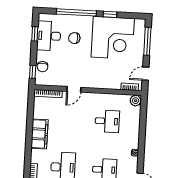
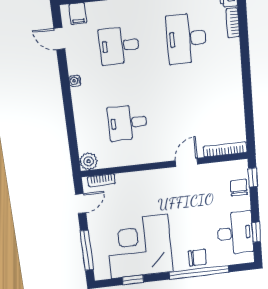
window: (110, 14) -> (133, 280), moved
chair: (74, 38) -> (197, 258), moved
filing cabinet: (40, 134) -> (230, 86), removed

